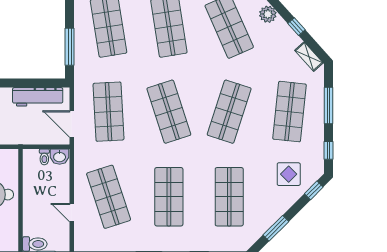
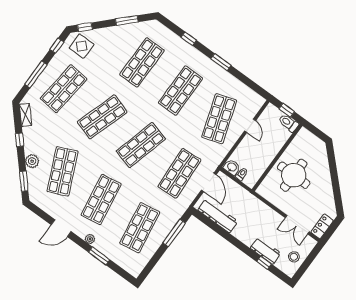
shop shelf: (169, 112) -> (141, 145), turned 33
display table: (289, 174) -> (82, 46), moved

